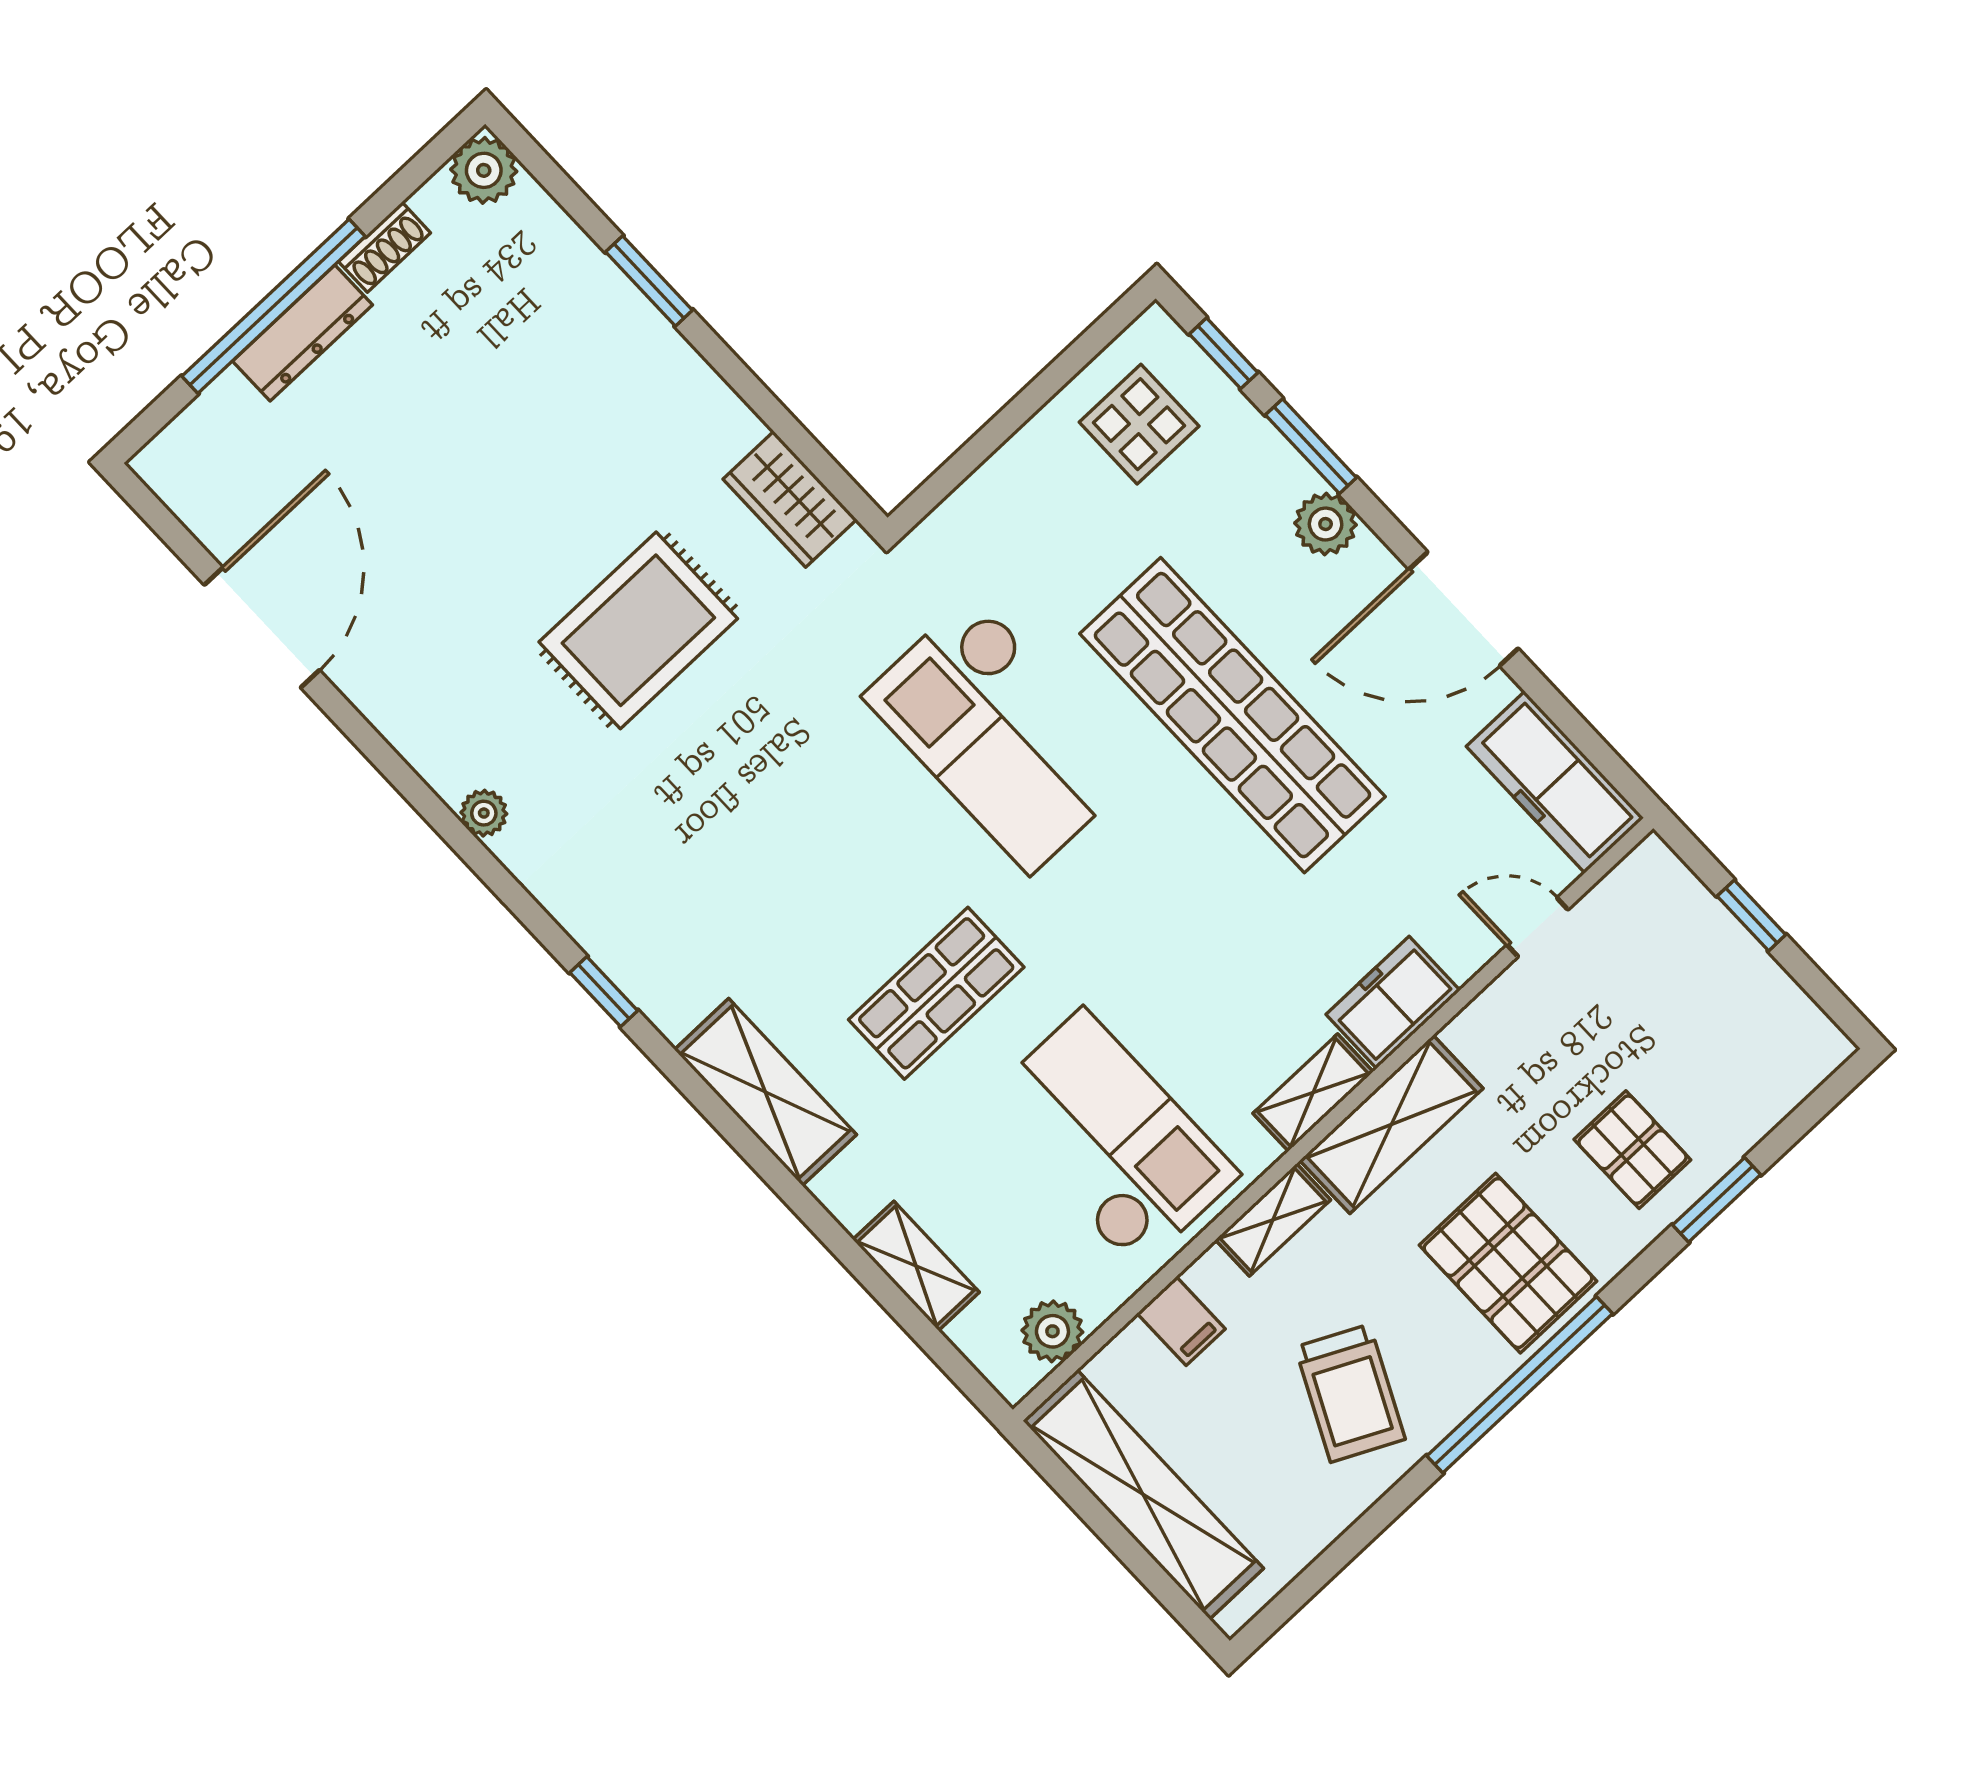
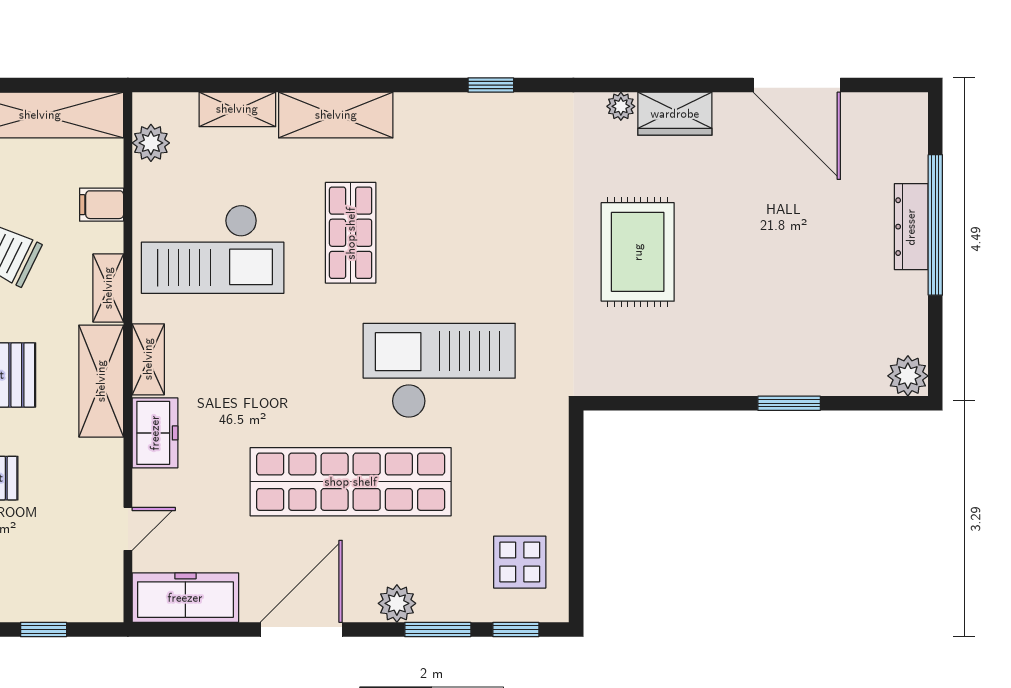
shoe rack: (385, 247) -> (915, 299), removed
wardrobe: (790, 499) -> (675, 114), moved, turned 180
shelving: (765, 1092) -> (336, 115), moved

